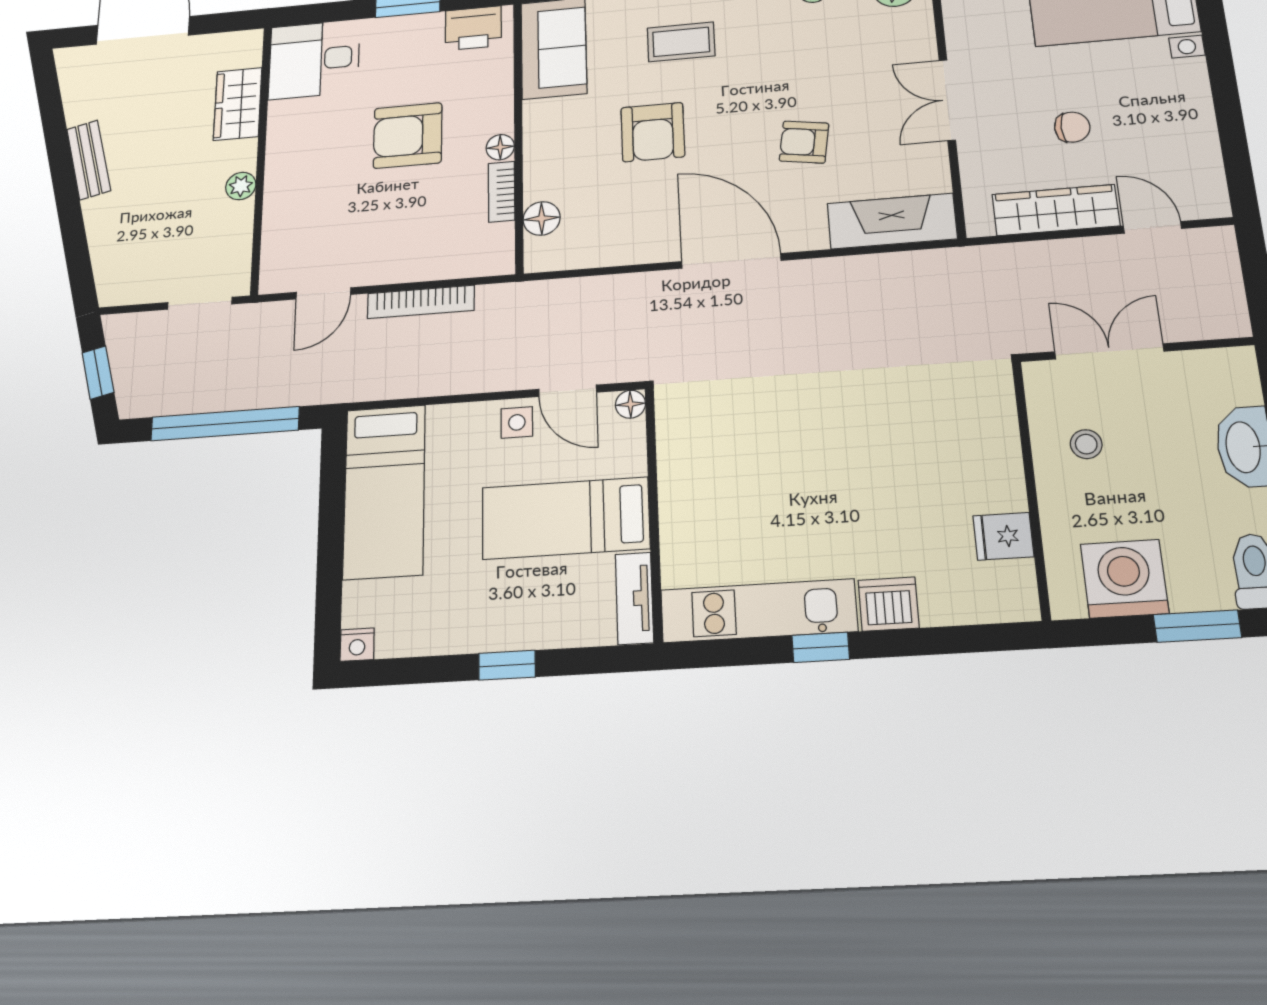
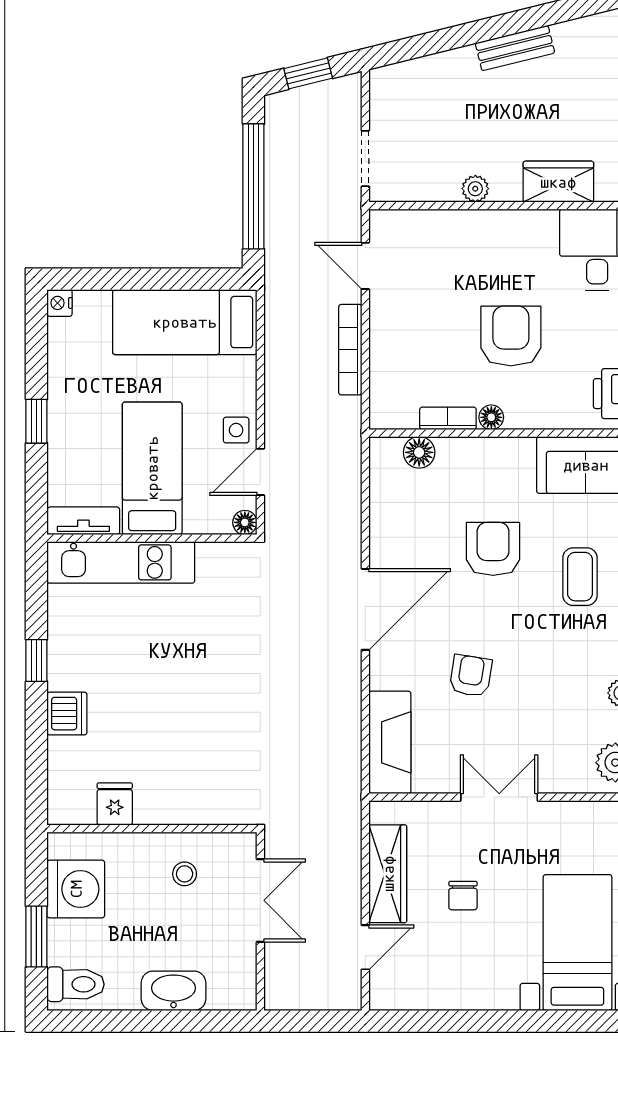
armchair: (653, 132) -> (493, 549), turned 90
kitchen unit: (759, 611) -> (121, 562), moved, turned 90

